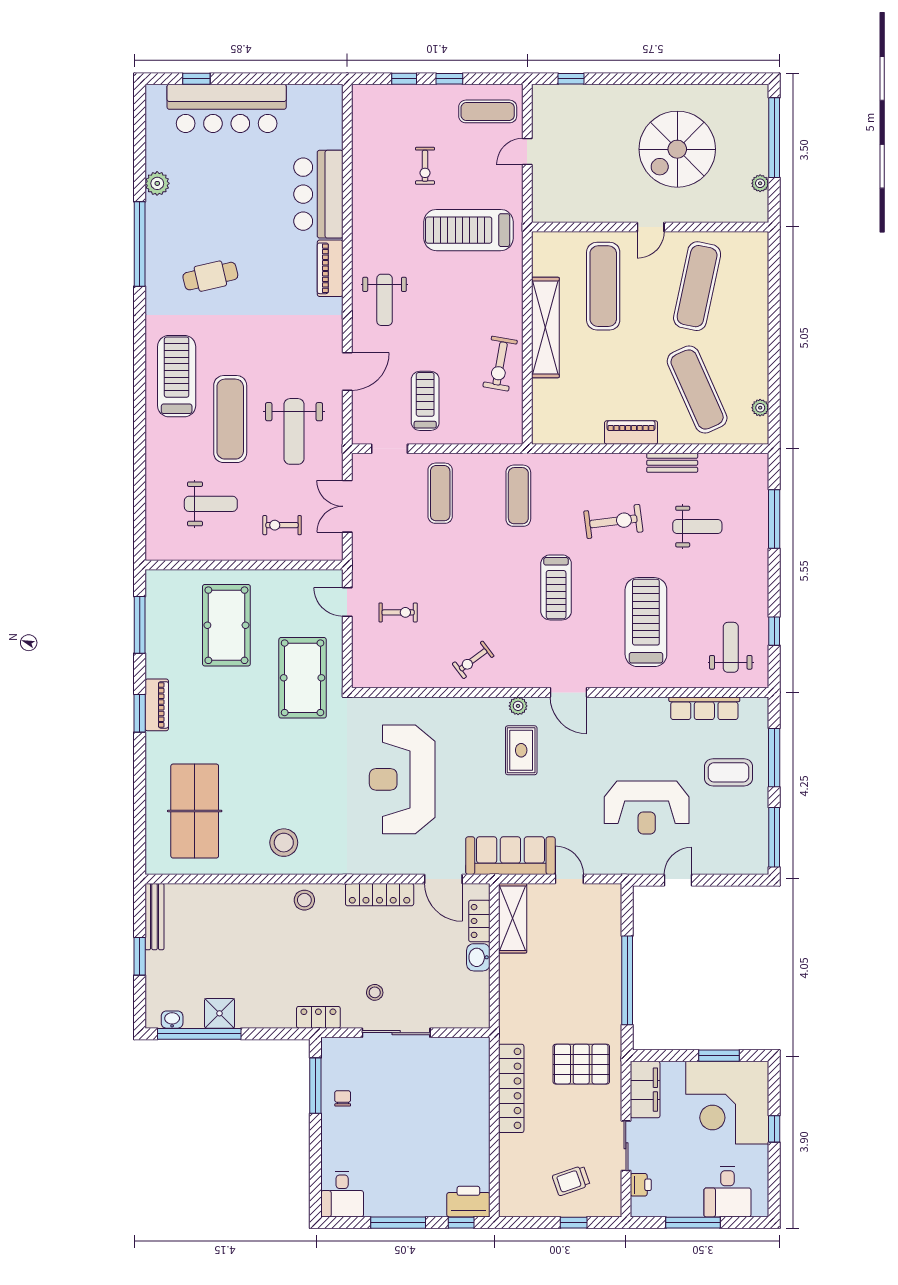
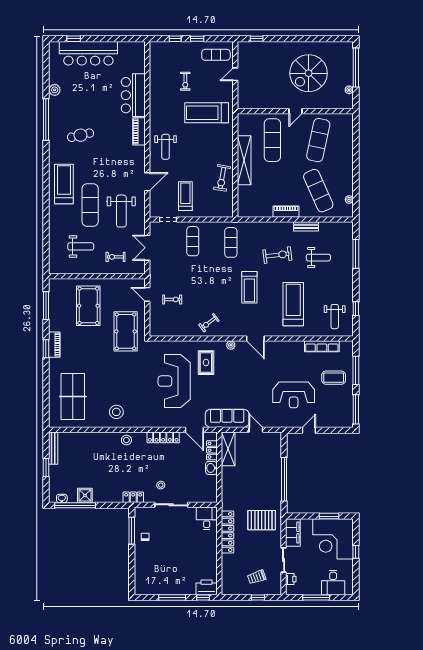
weight bench: (731, 647) -> (335, 317), turned 180
rug: (521, 750) -> (206, 363), moved
desk: (342, 1194) -> (207, 518), moved, turned 180

